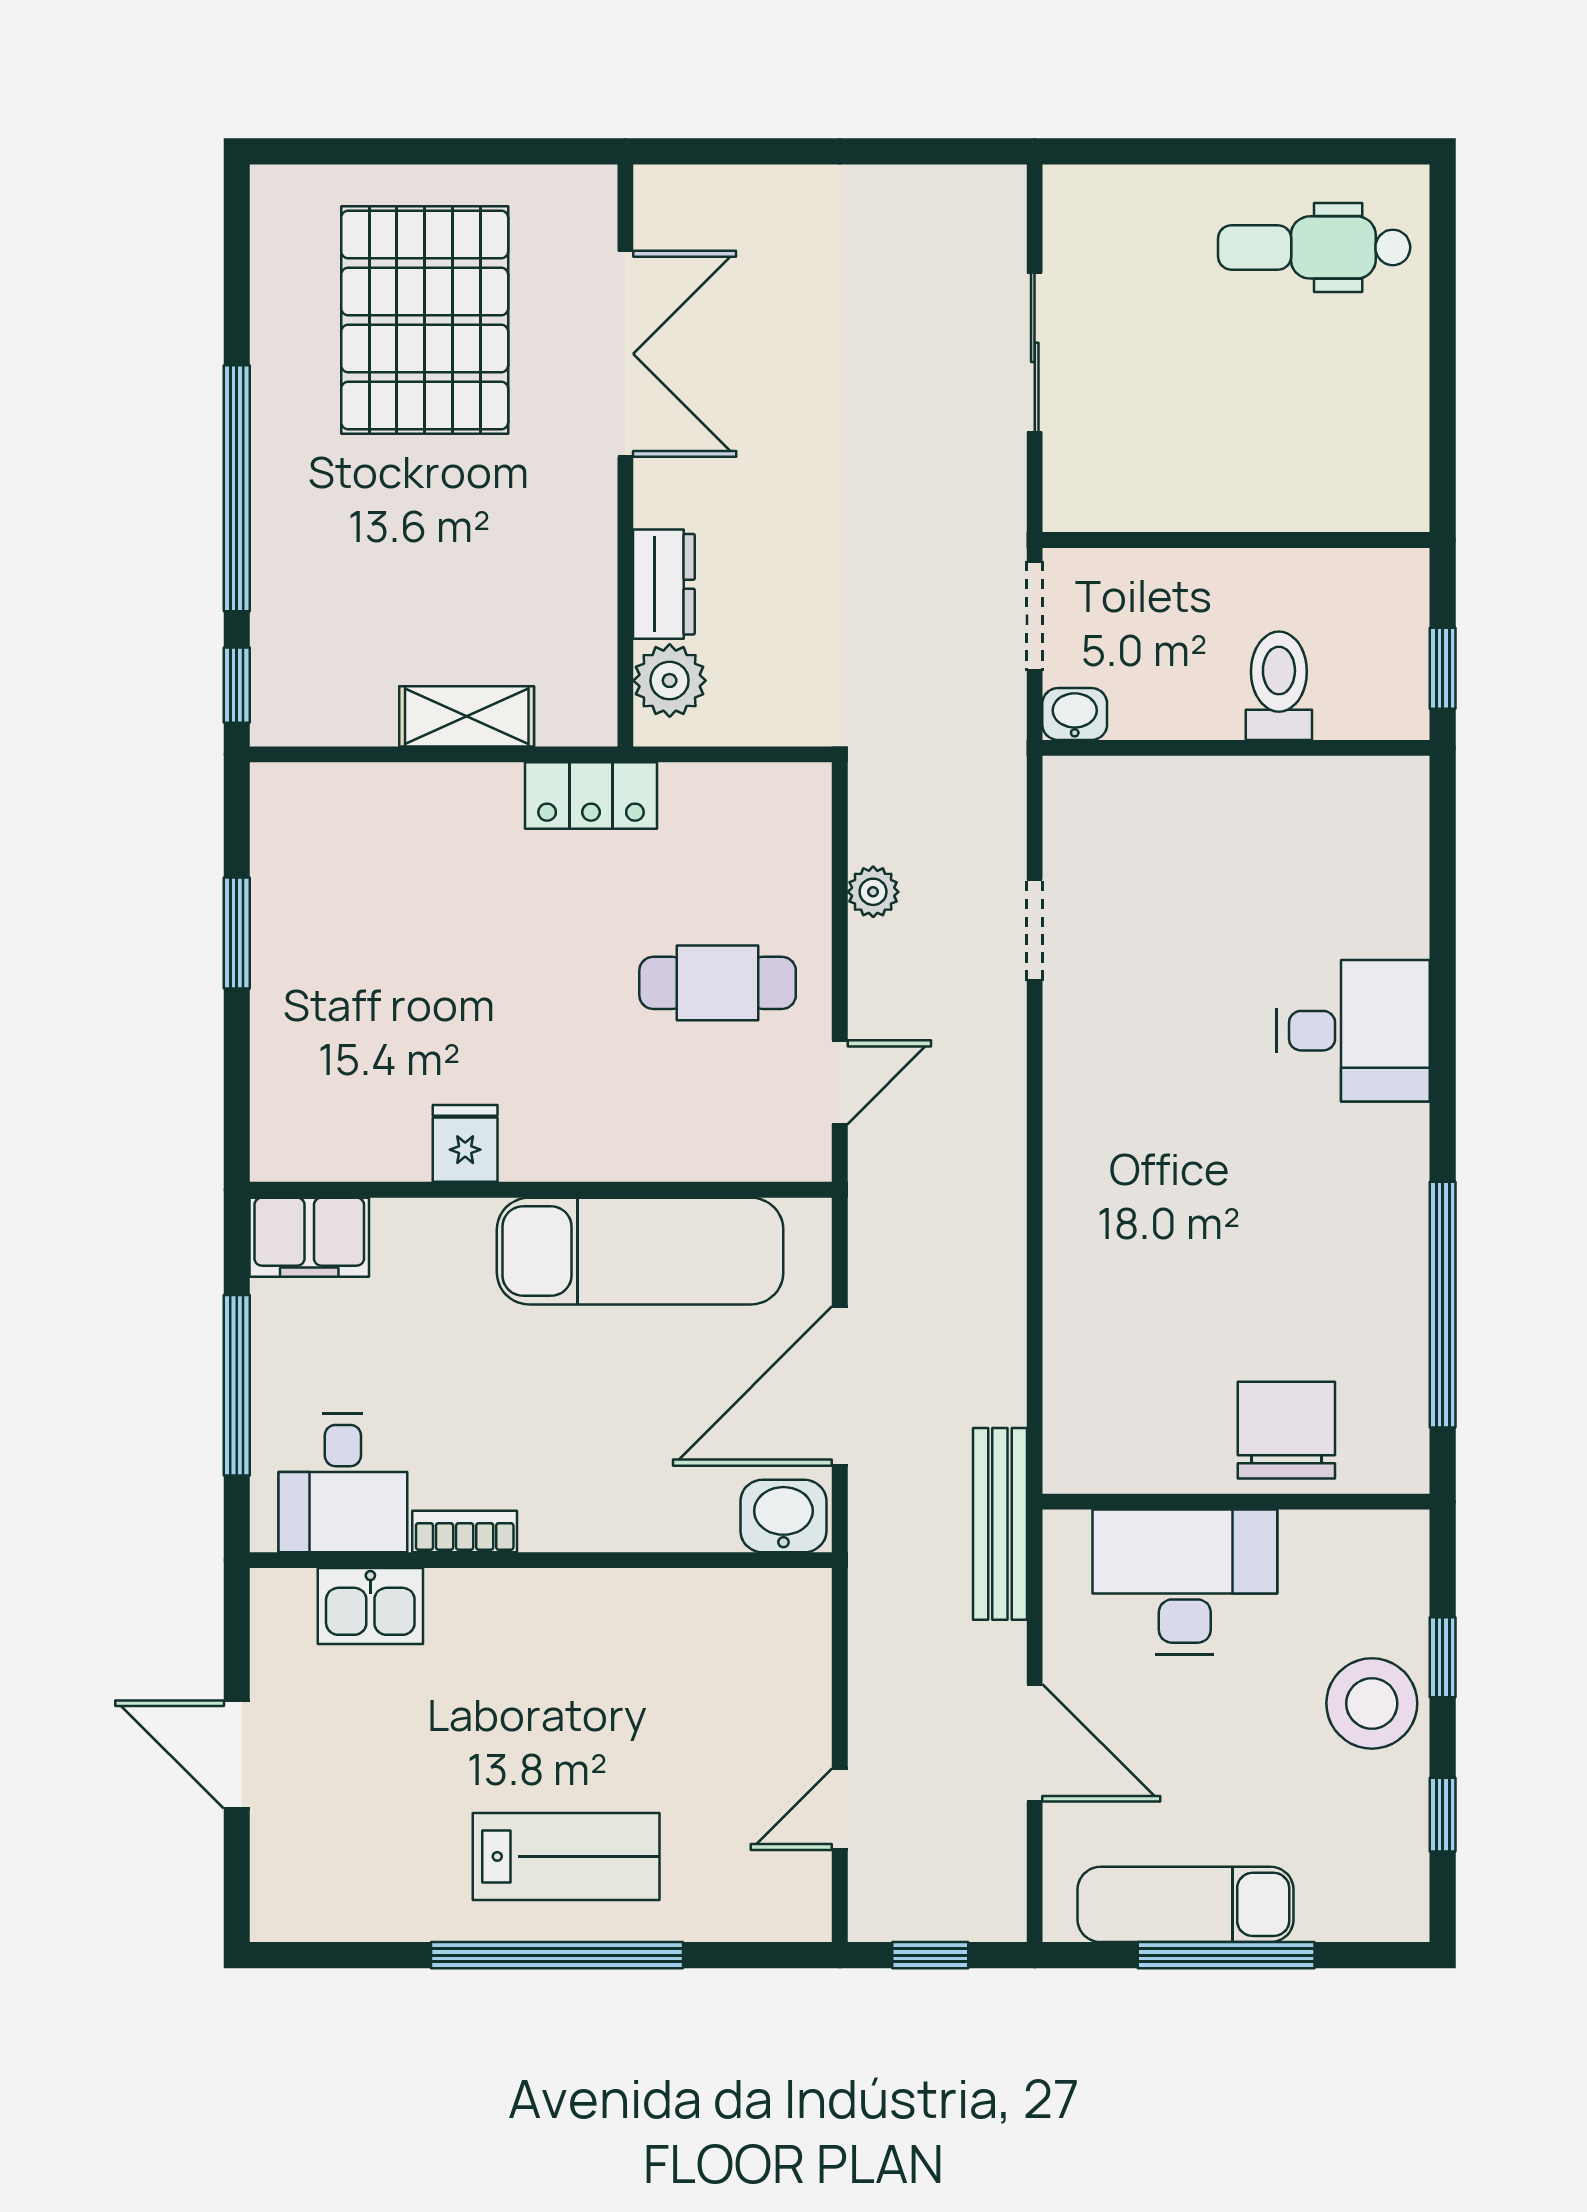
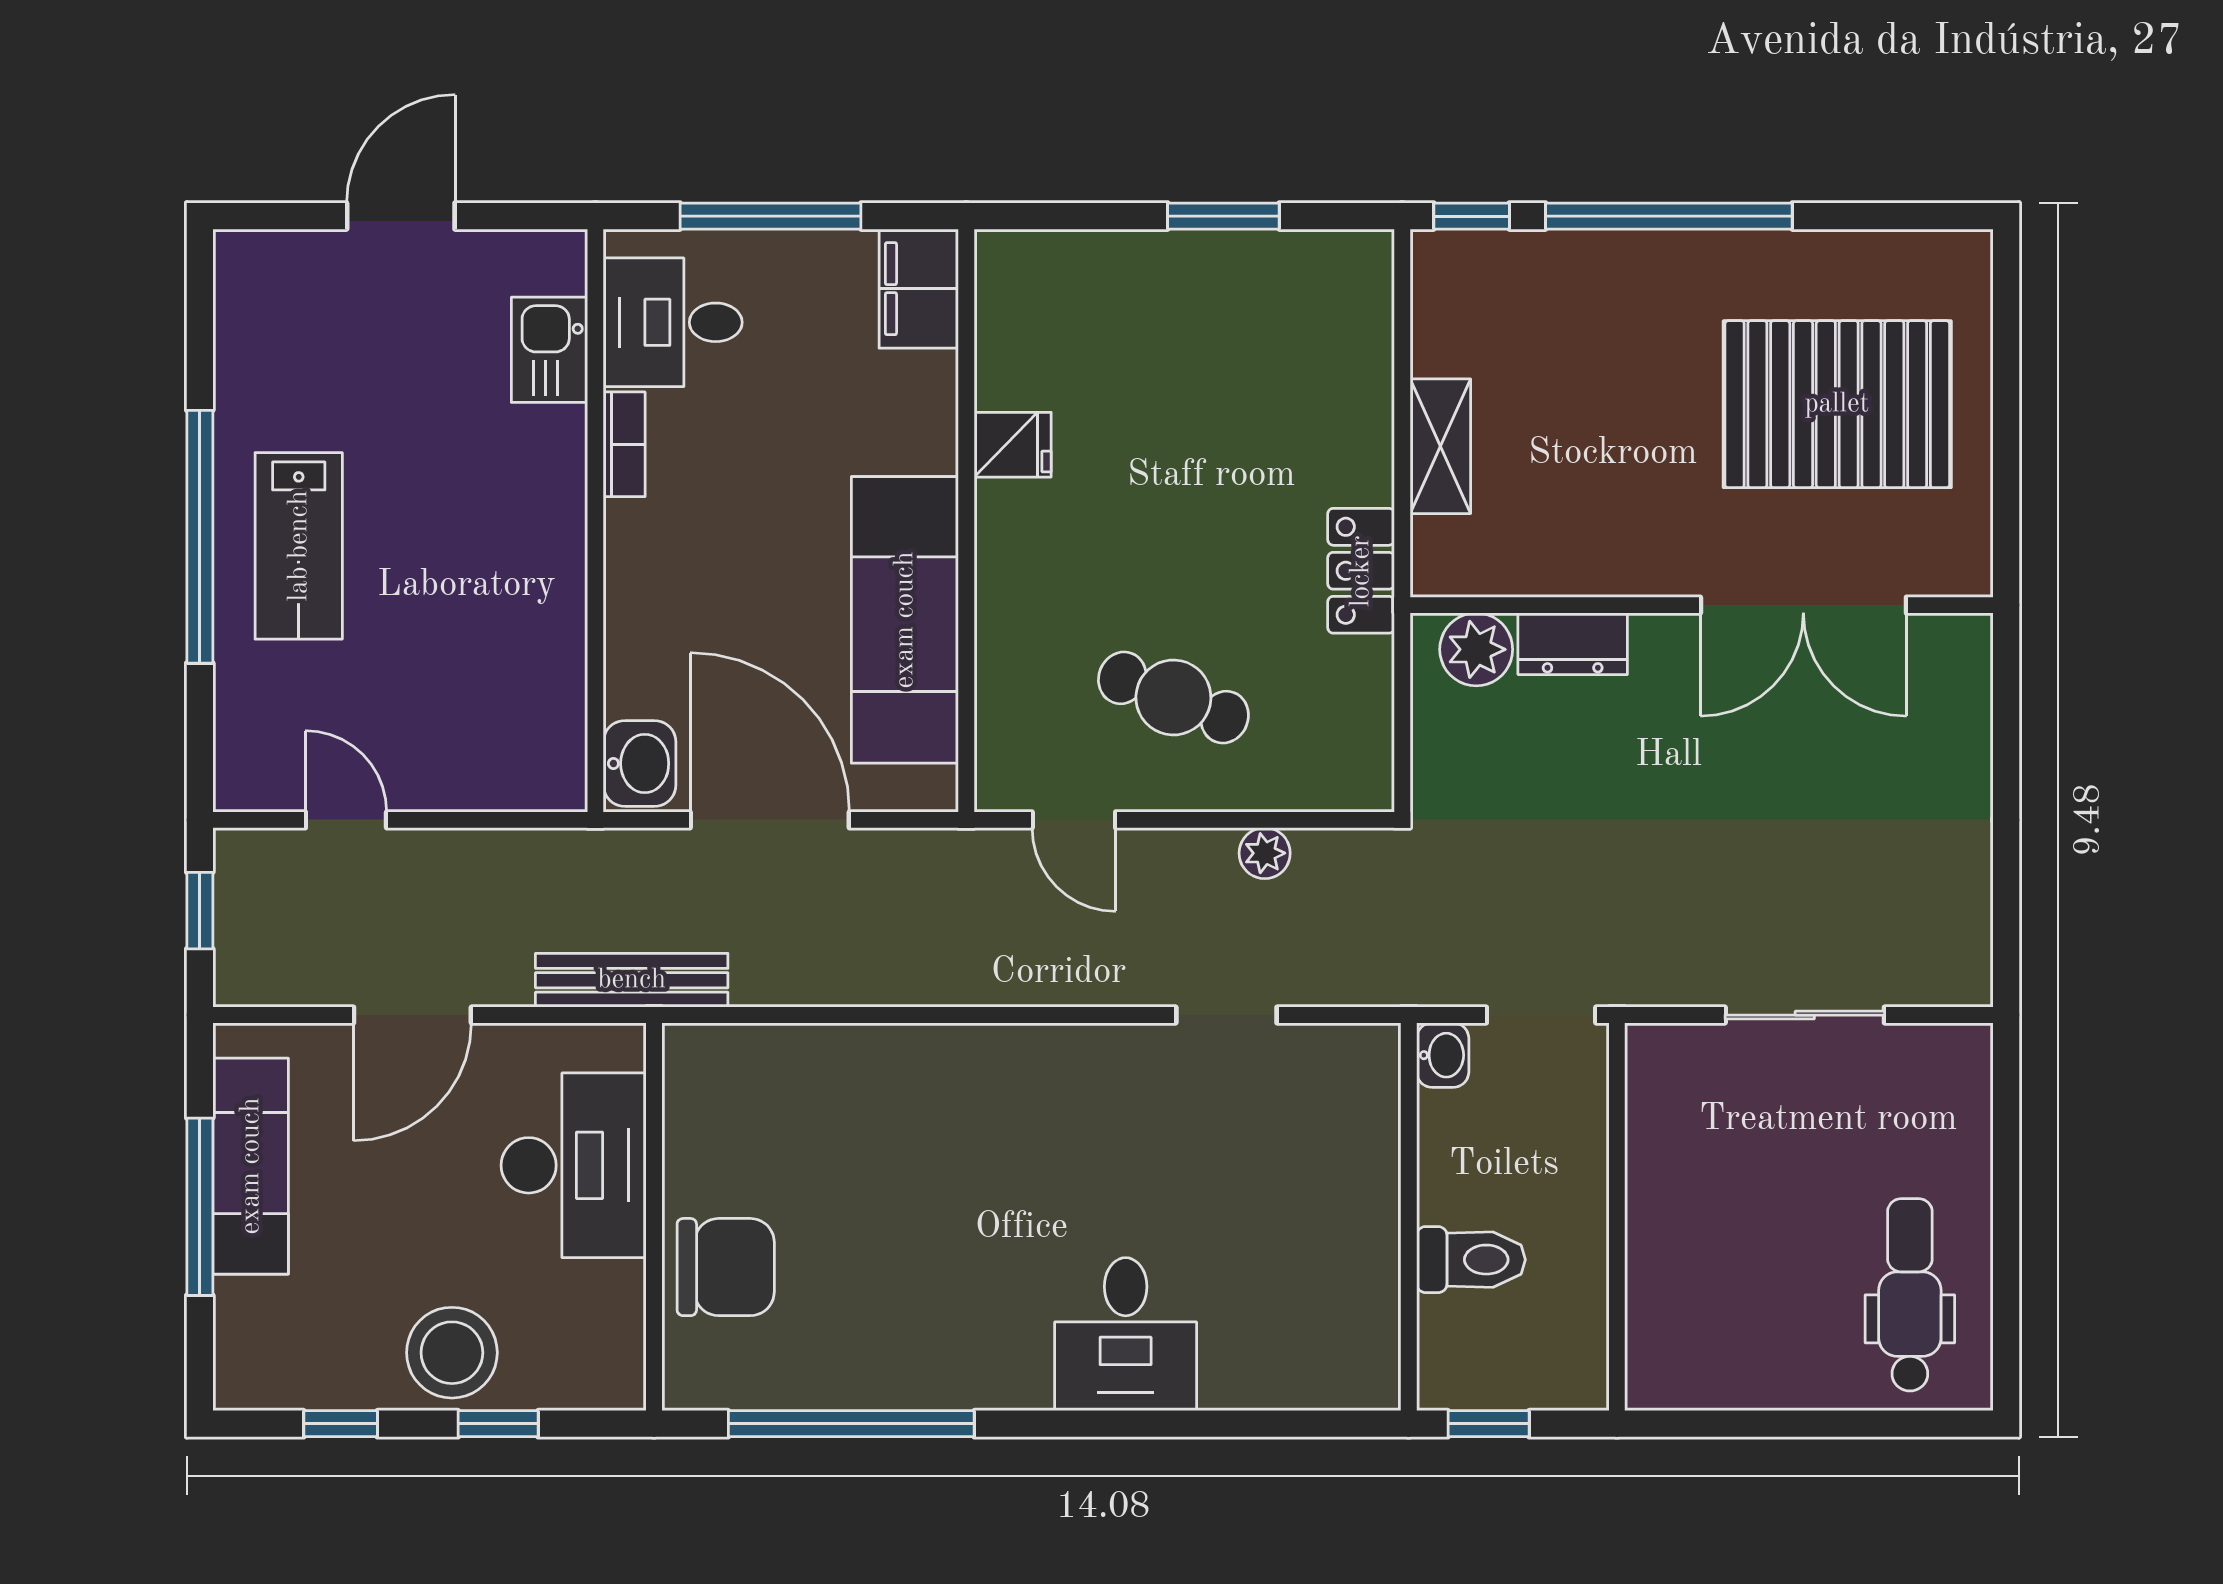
cafe table: (718, 983) -> (1173, 697), turned -69

